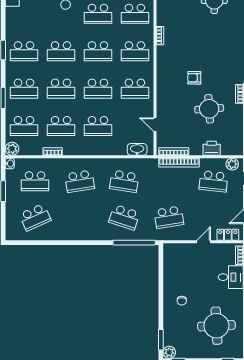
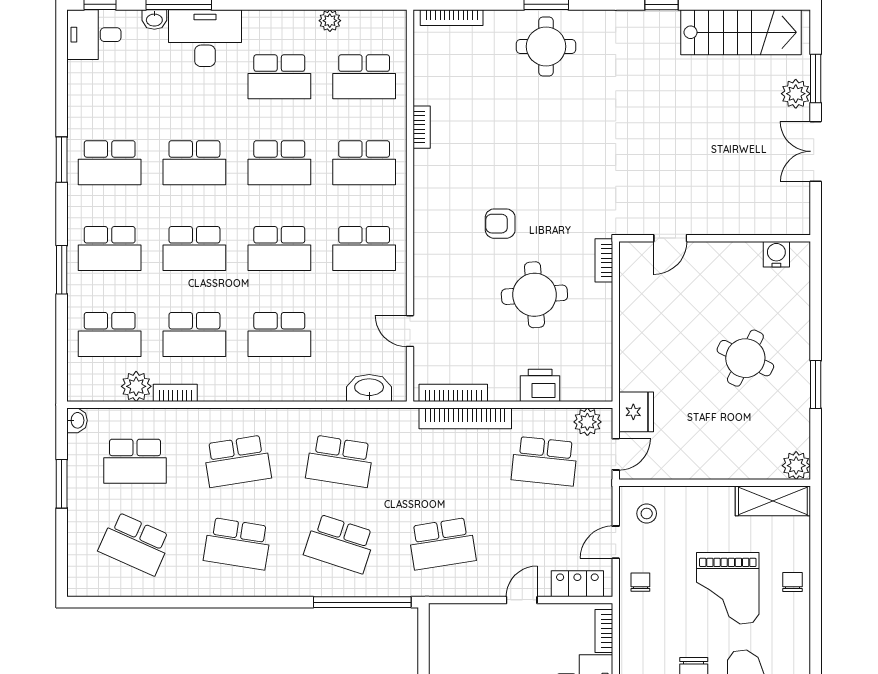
plant: (12, 149) -> (136, 386), moved
school desk: (35, 217) -> (135, 544), turned 48
school desk: (80, 217) -> (237, 544), added

